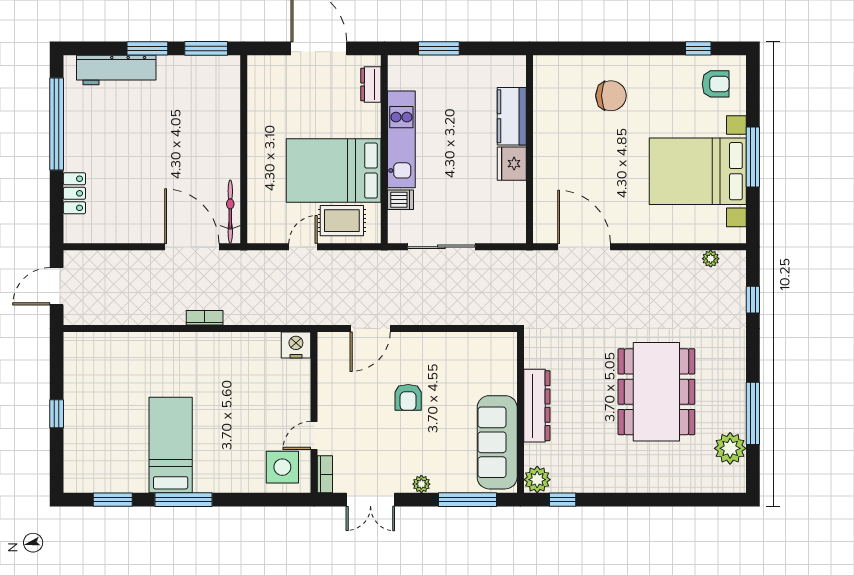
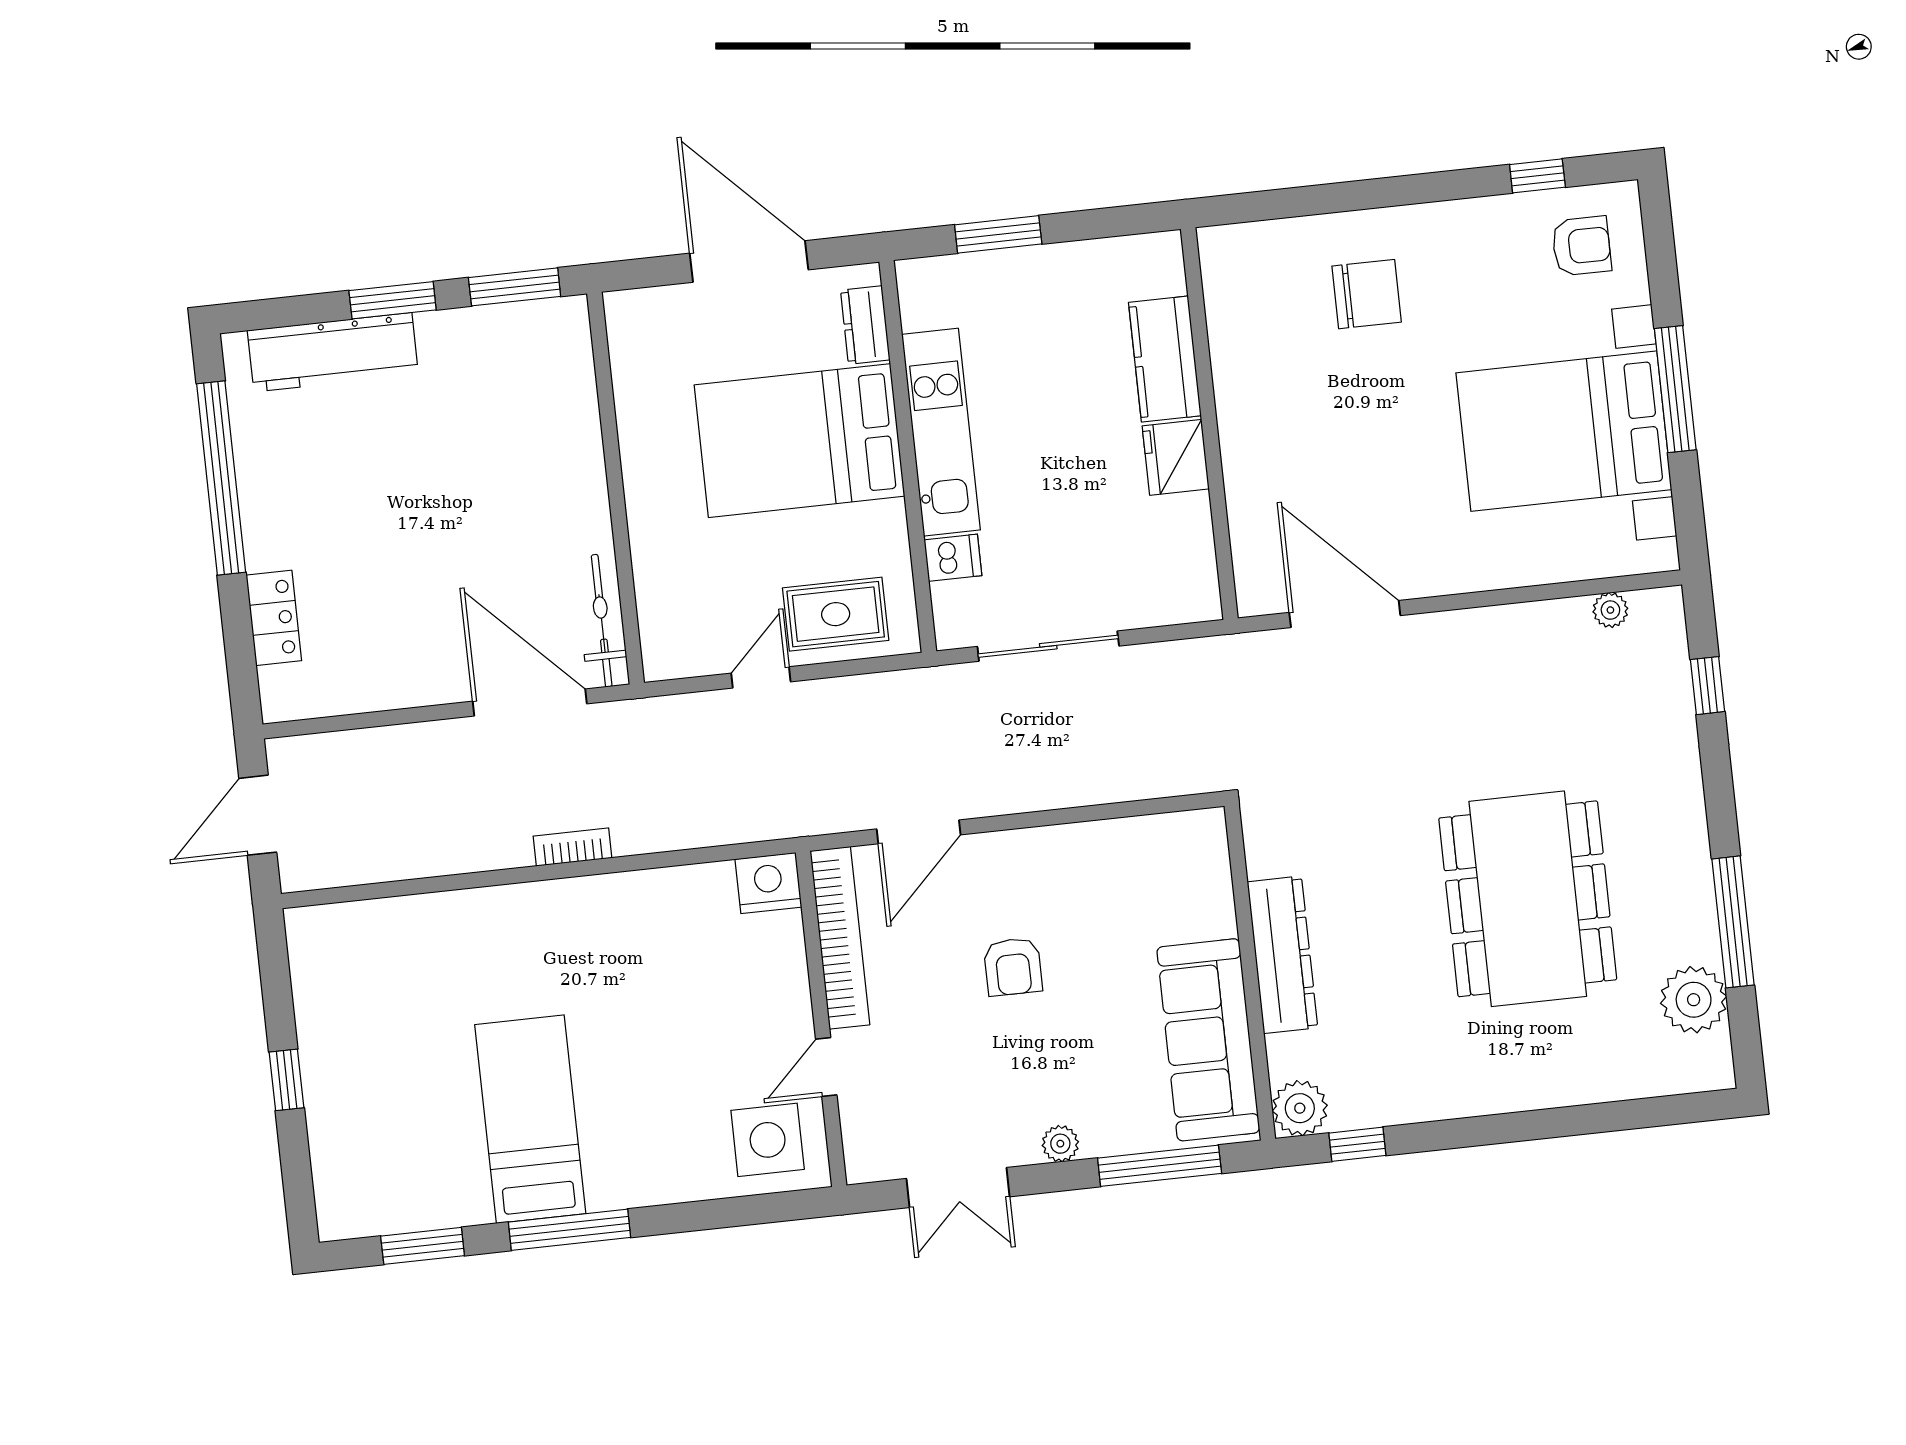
bed: (334, 171) -> (799, 441), moved
bookcase: (325, 474) -> (840, 938), moved, width x2.31, depth x1.31

